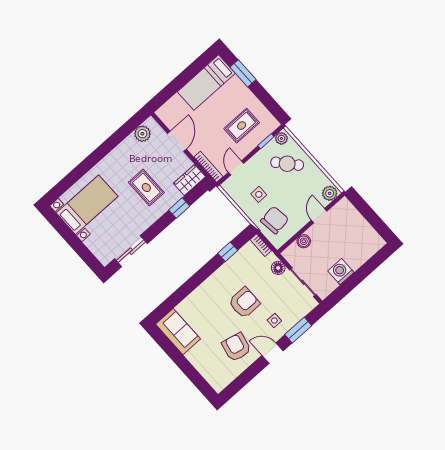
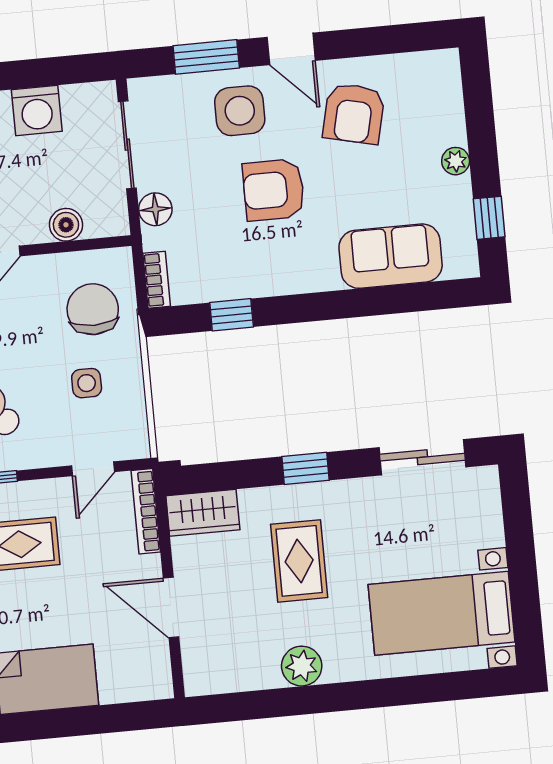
plant: (142, 134) -> (302, 666), moved
door: (177, 141) -> (171, 607), hinge flipped
window: (179, 208) -> (305, 468), moved
chair: (275, 220) -> (93, 309), turned 97
side table: (274, 321) -> (240, 111), width x1.87, depth x1.87
sofa: (178, 332) -> (391, 256), moved, turned 90
window: (167, 346) -> (489, 218), added
plant: (192, 356) -> (456, 161), added

